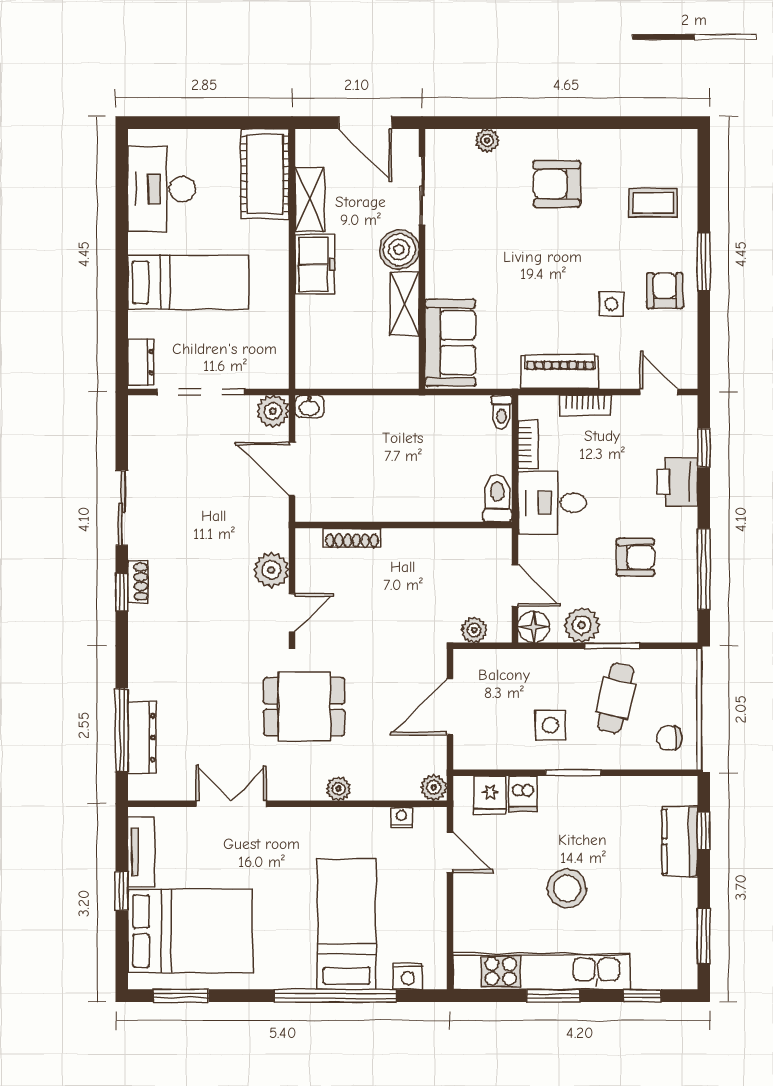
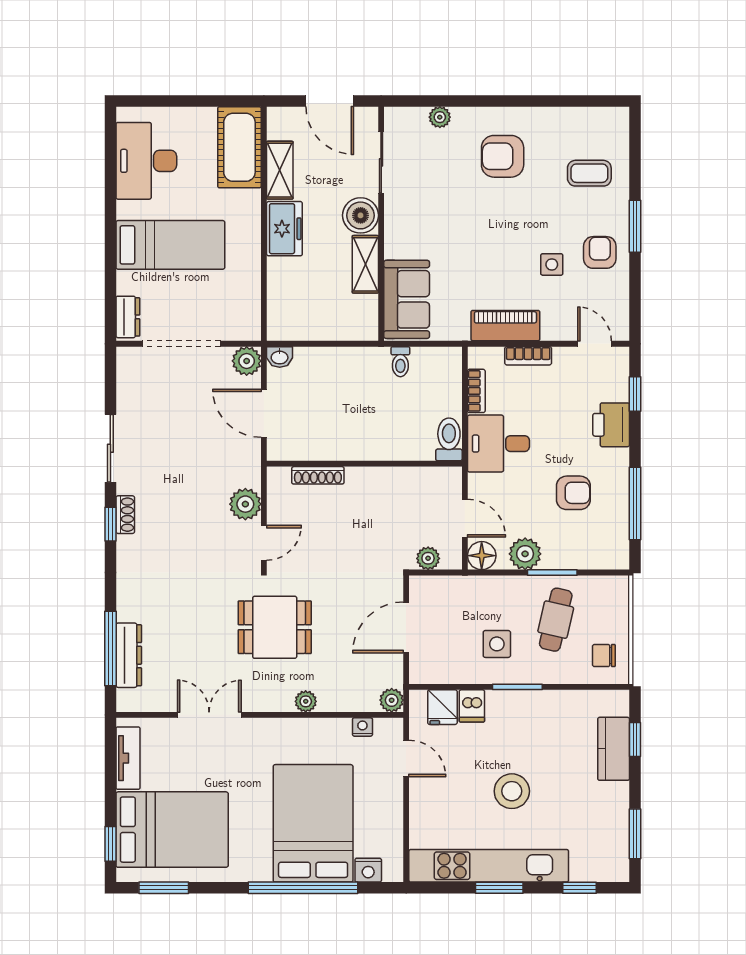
toilet: (502, 412) -> (400, 362), moved
window: (122, 891) -> (110, 844), moved
bed: (347, 924) -> (313, 823), width x1.50

